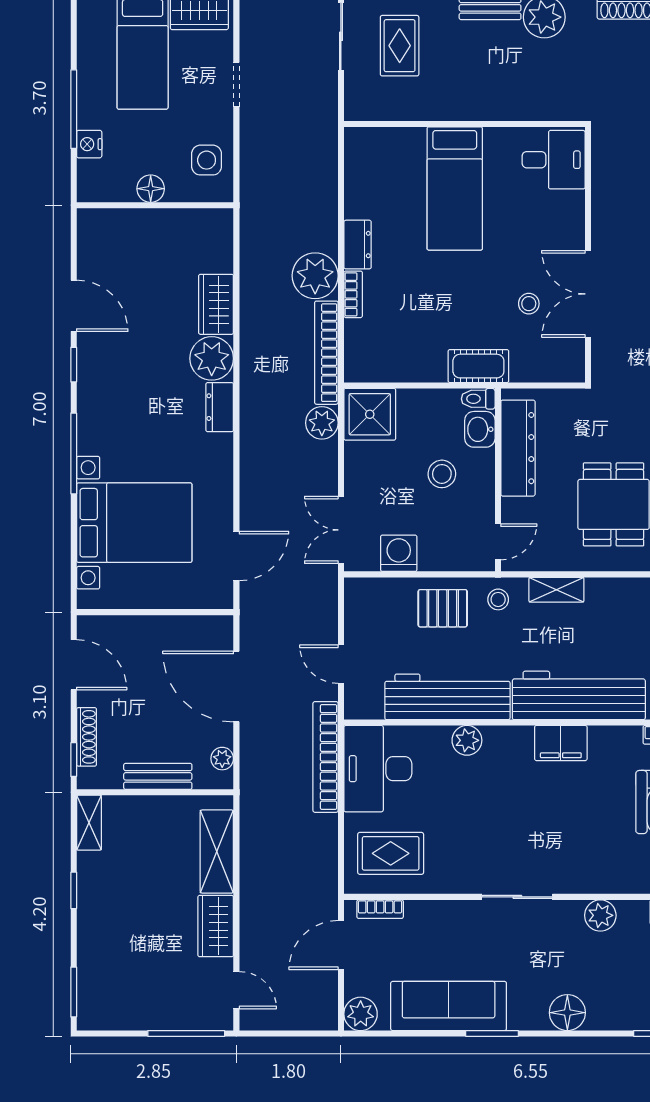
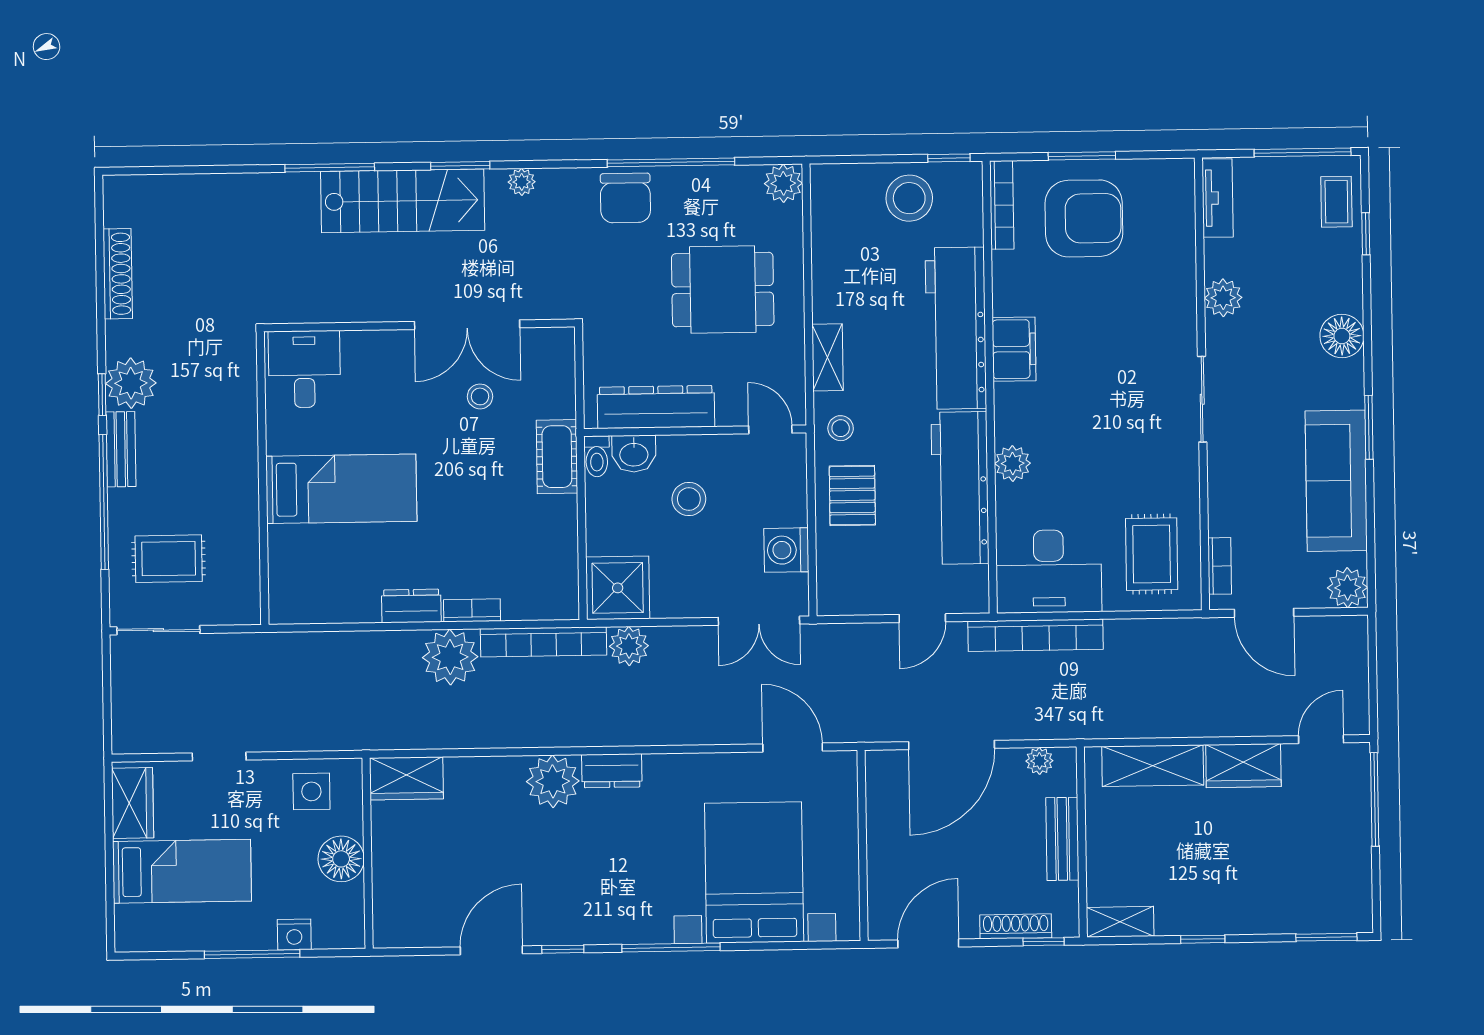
floor lamp: (151, 189) -> (341, 859), width x1.38, depth x1.38
wardrobe: (216, 304) -> (406, 778), moved

